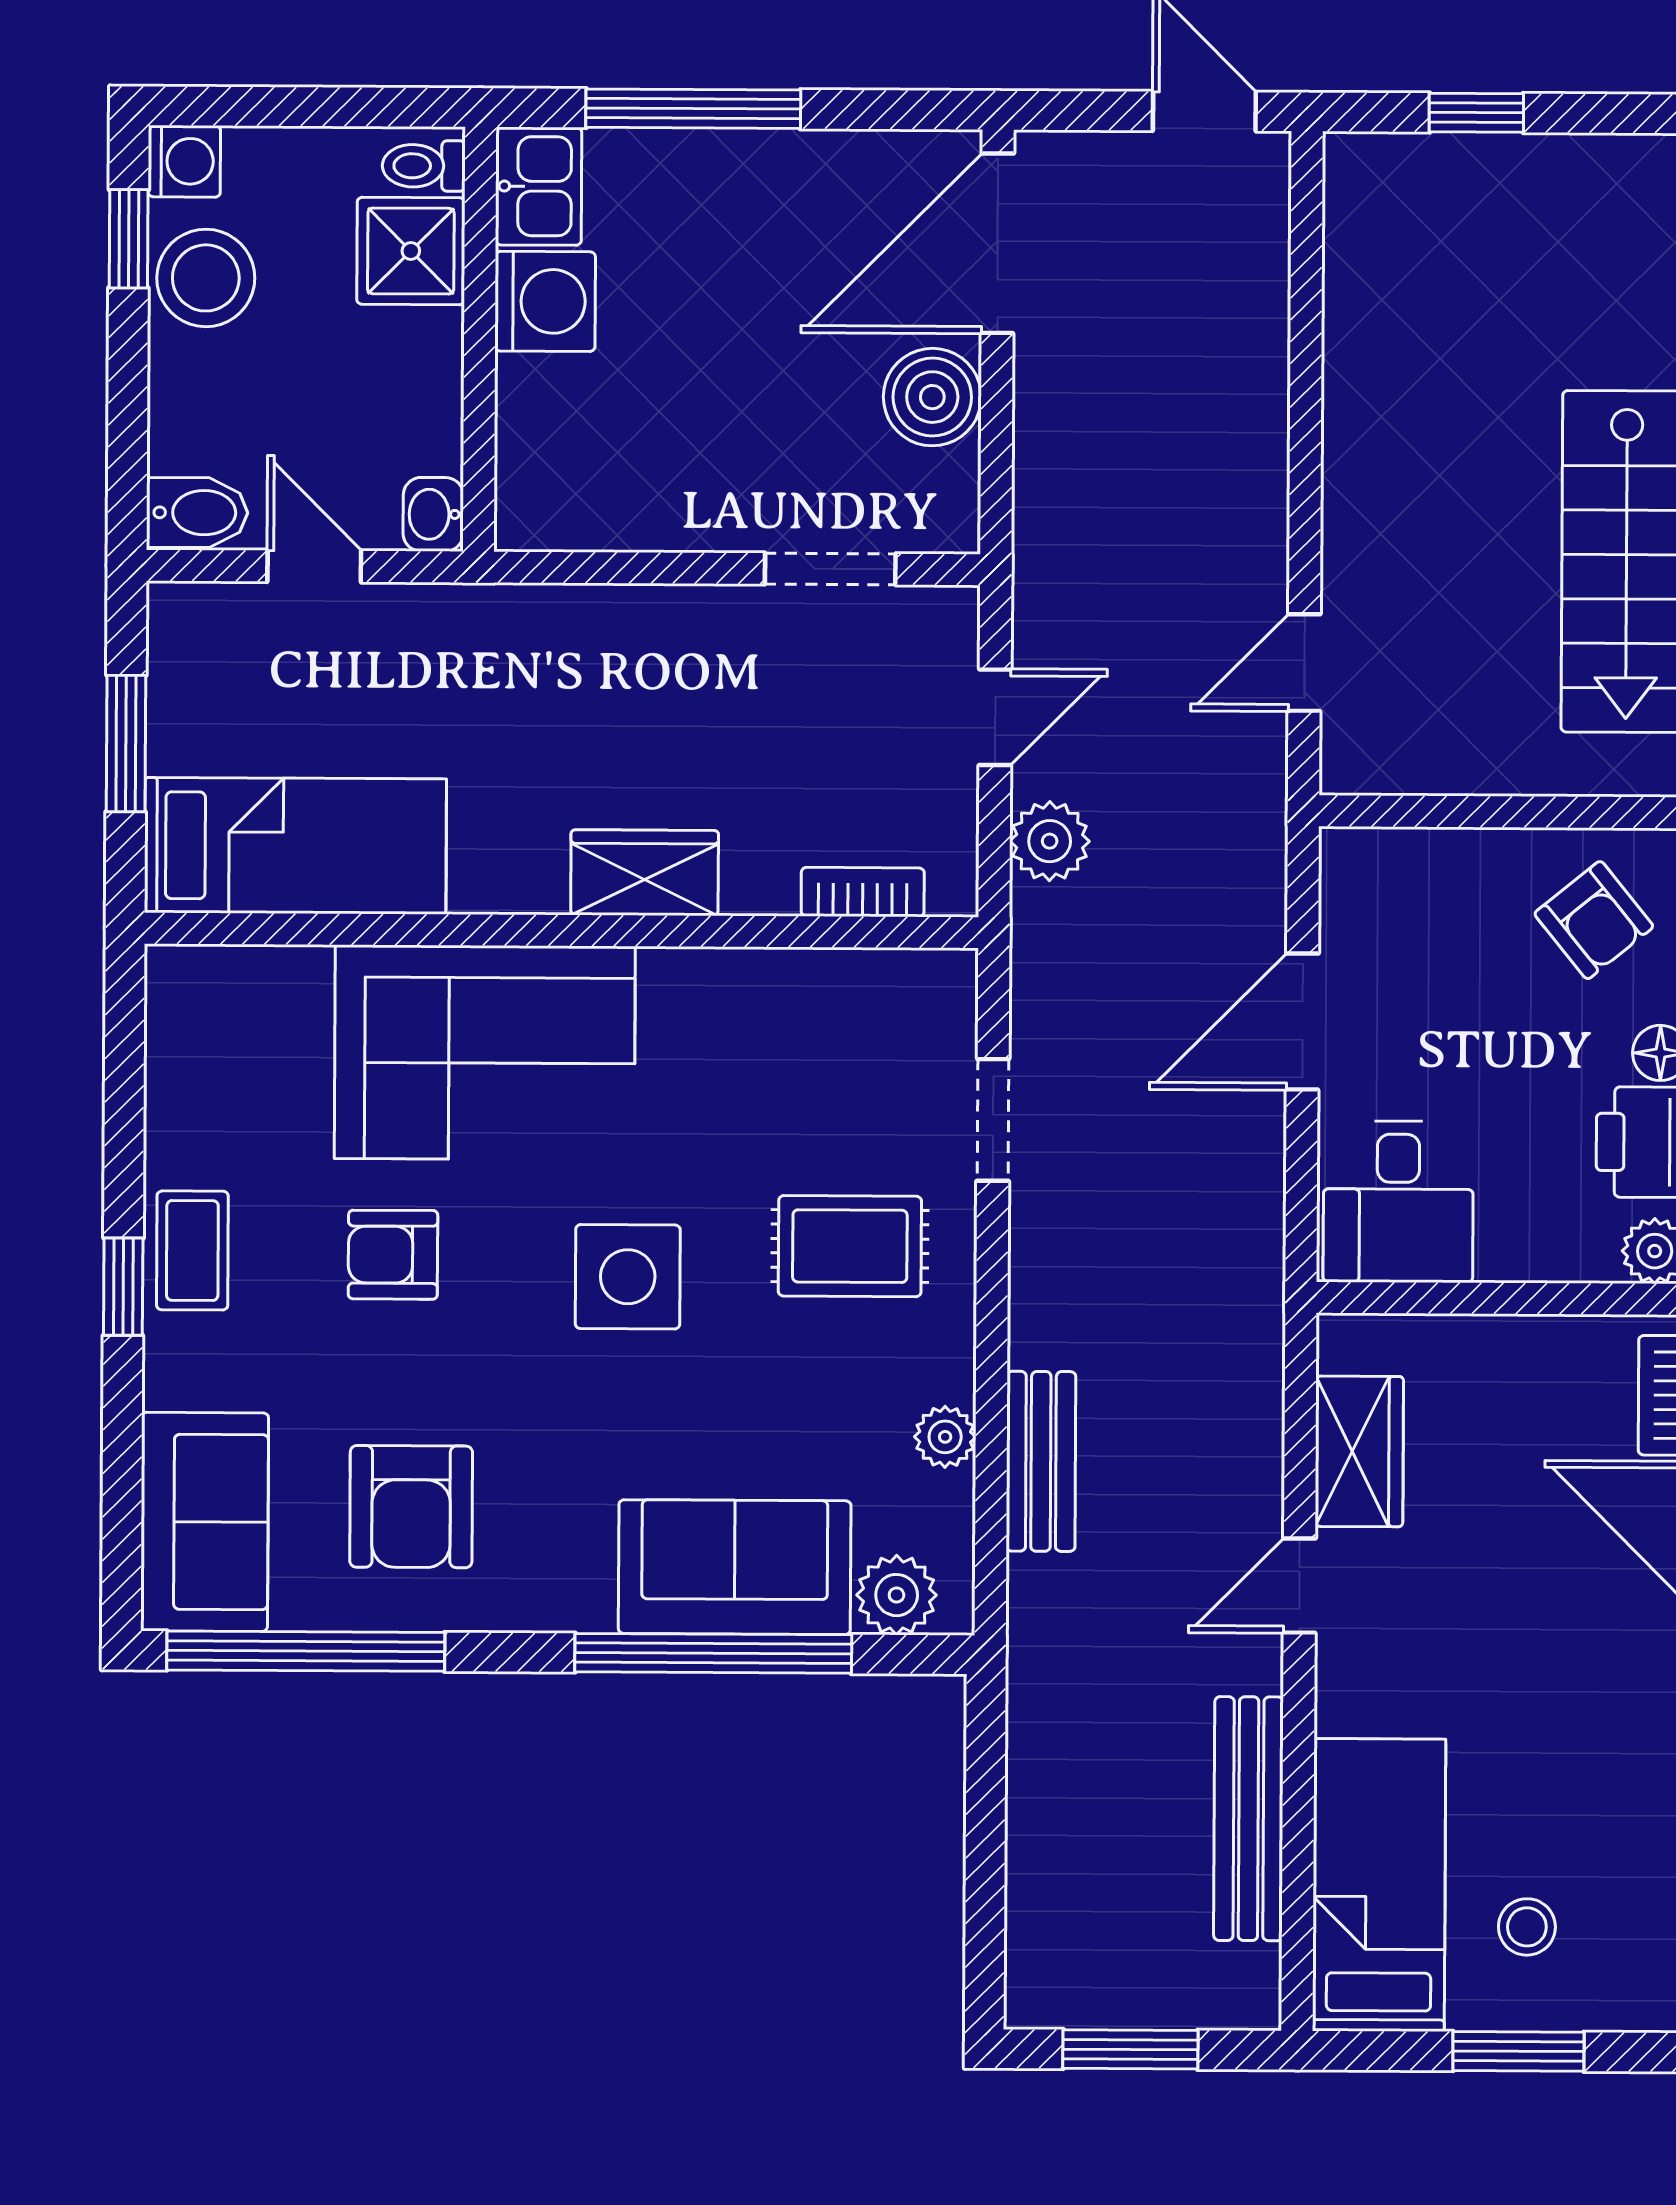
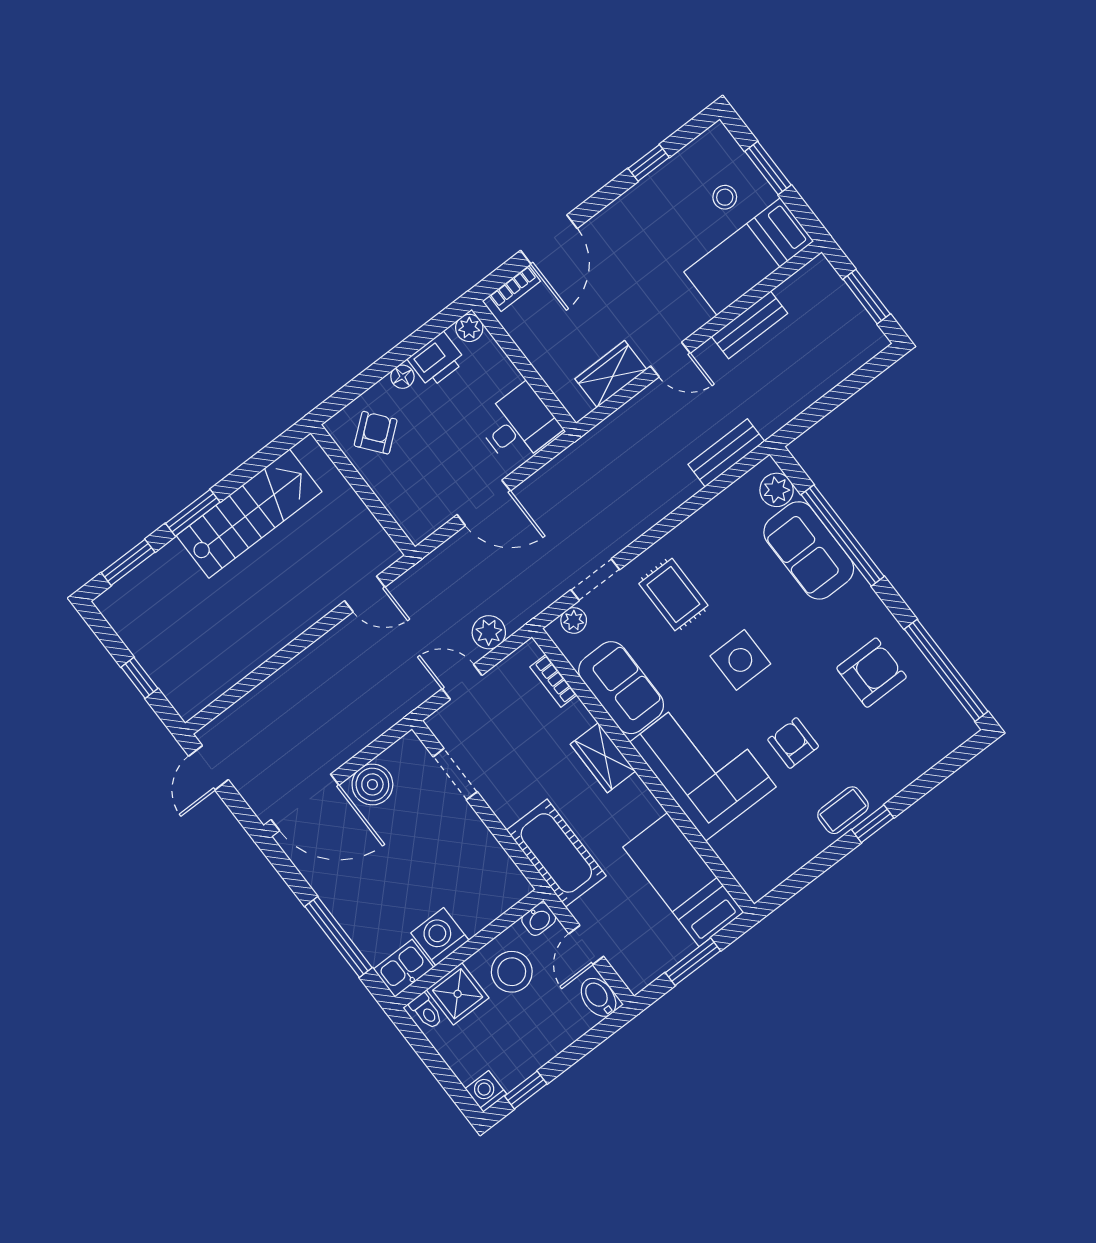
stool: (206, 278) -> (512, 972), moved
cot: (533, 645) -> (556, 853), added
armchair: (393, 1255) -> (793, 743), turned 180
plant: (945, 1437) -> (574, 620), moved
bench: (1041, 1461) -> (726, 453), moved
sofa: (205, 1522) -> (621, 688), moved, turned 90
bench: (1249, 1819) -> (749, 325), width x0.73

